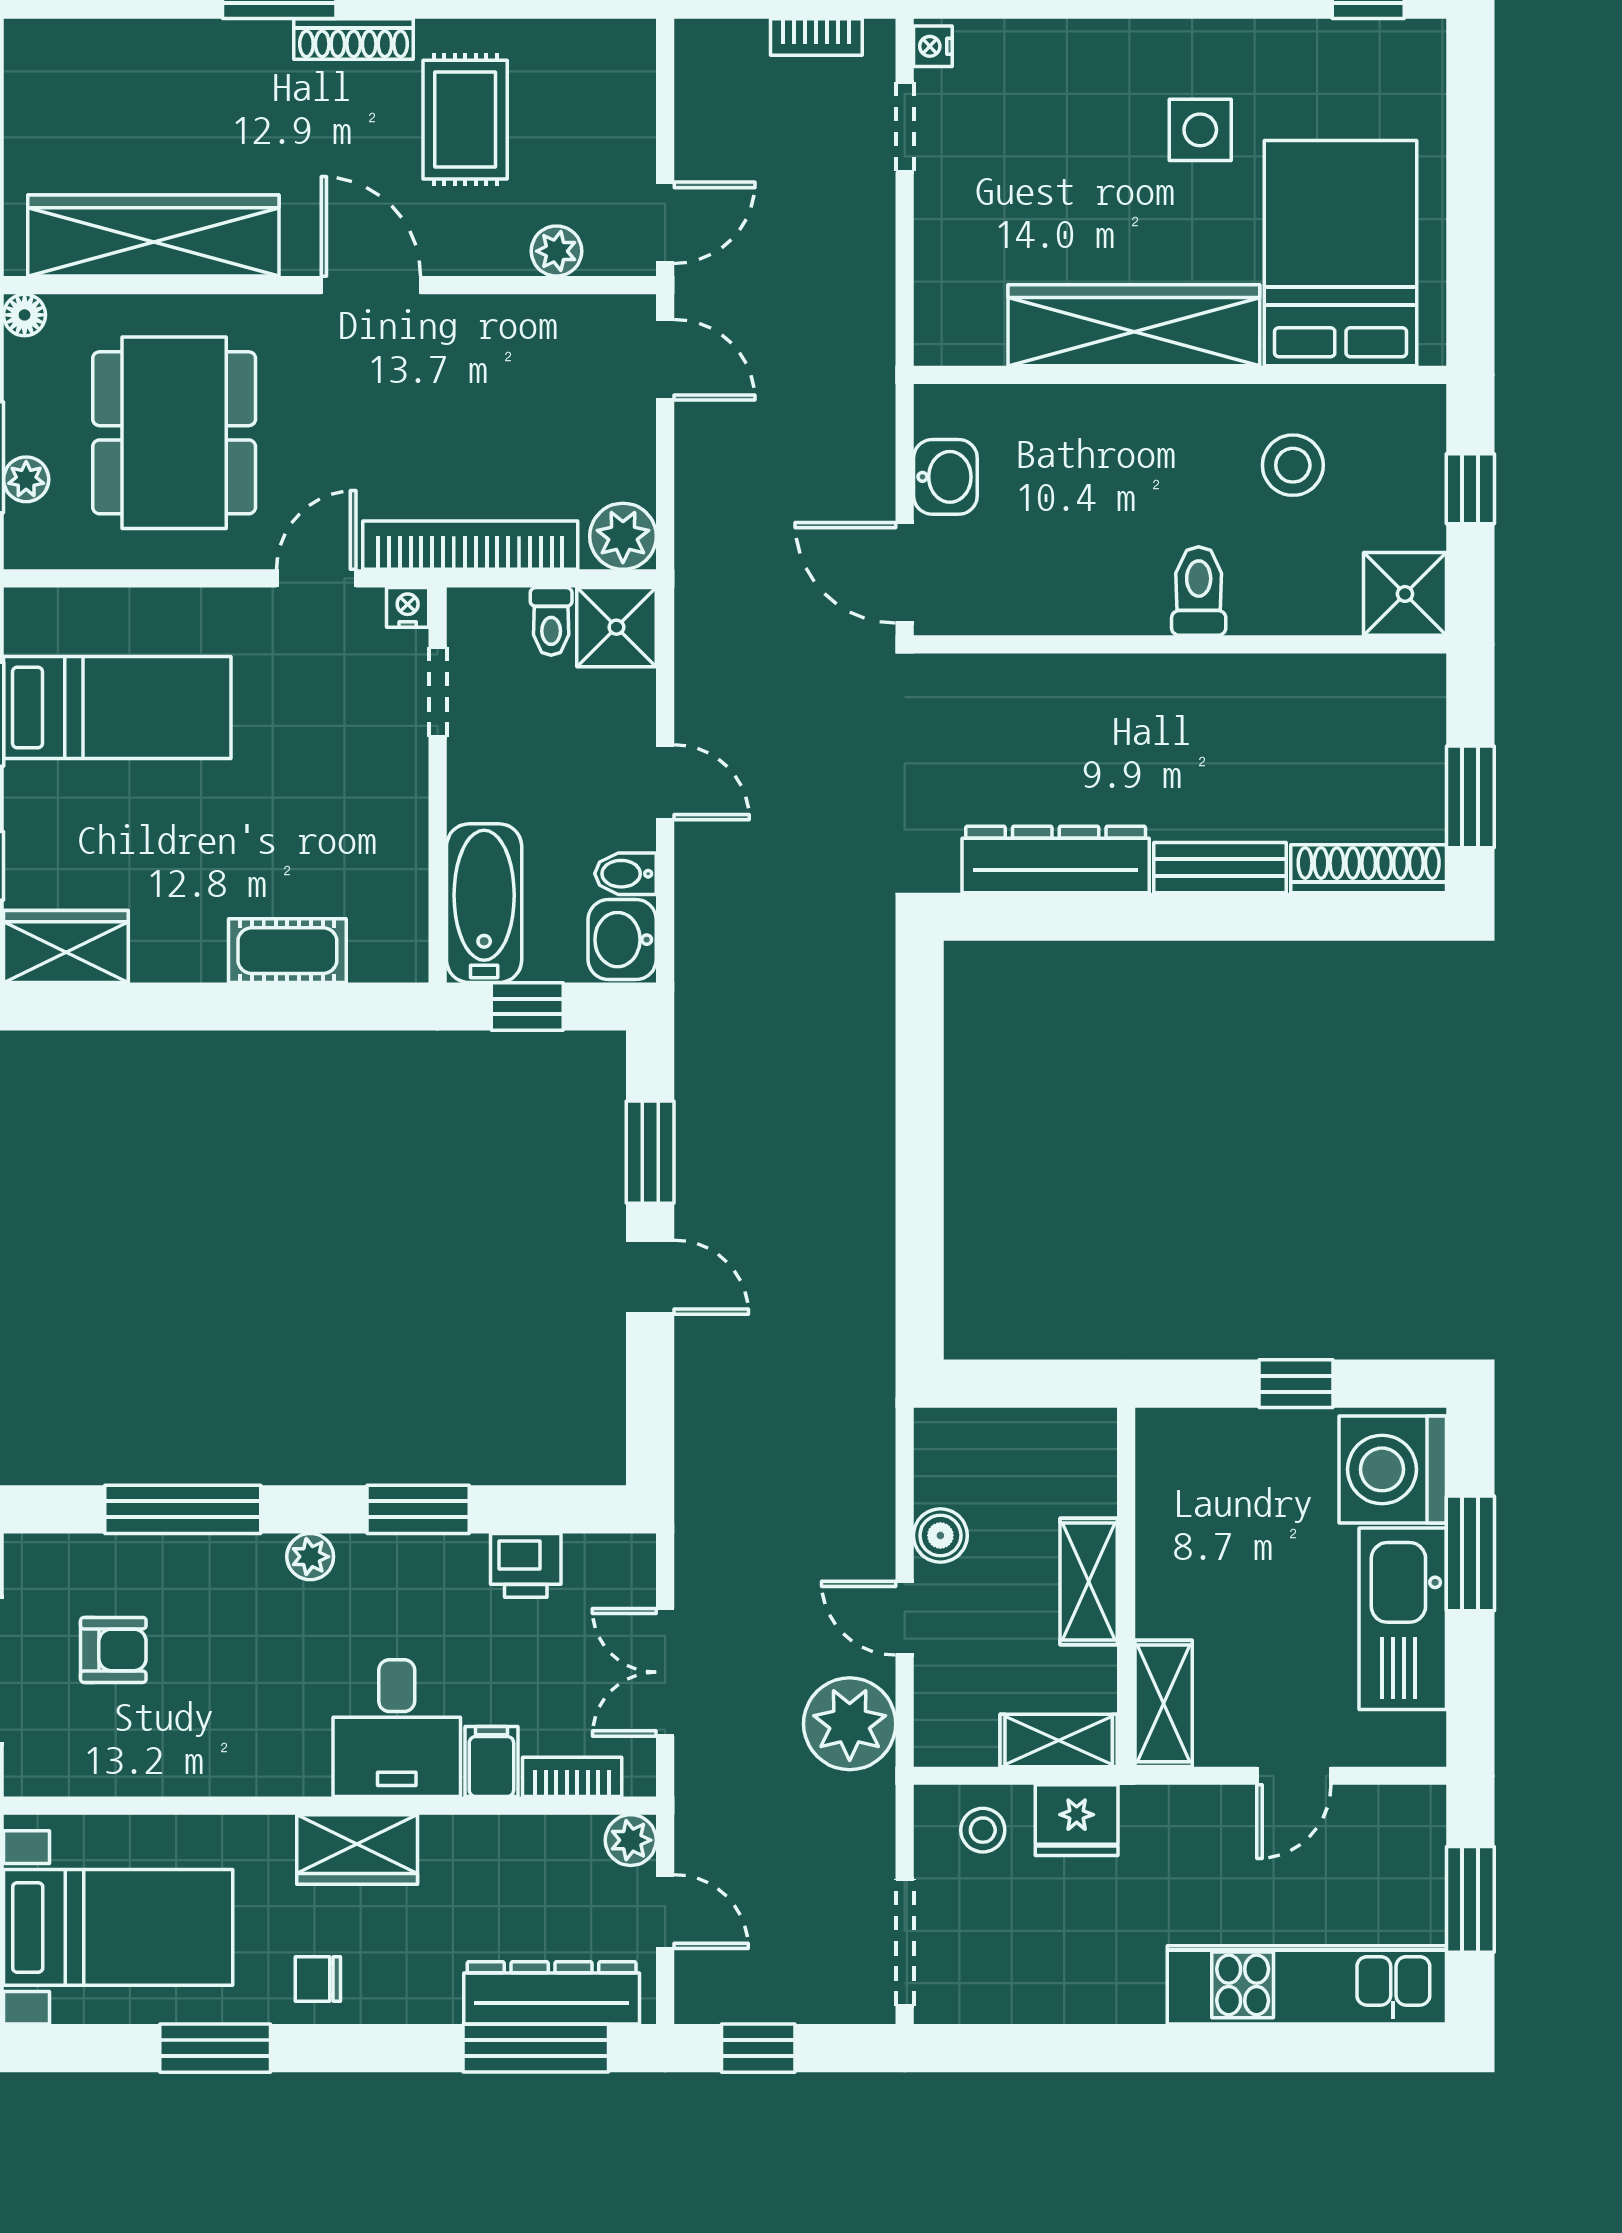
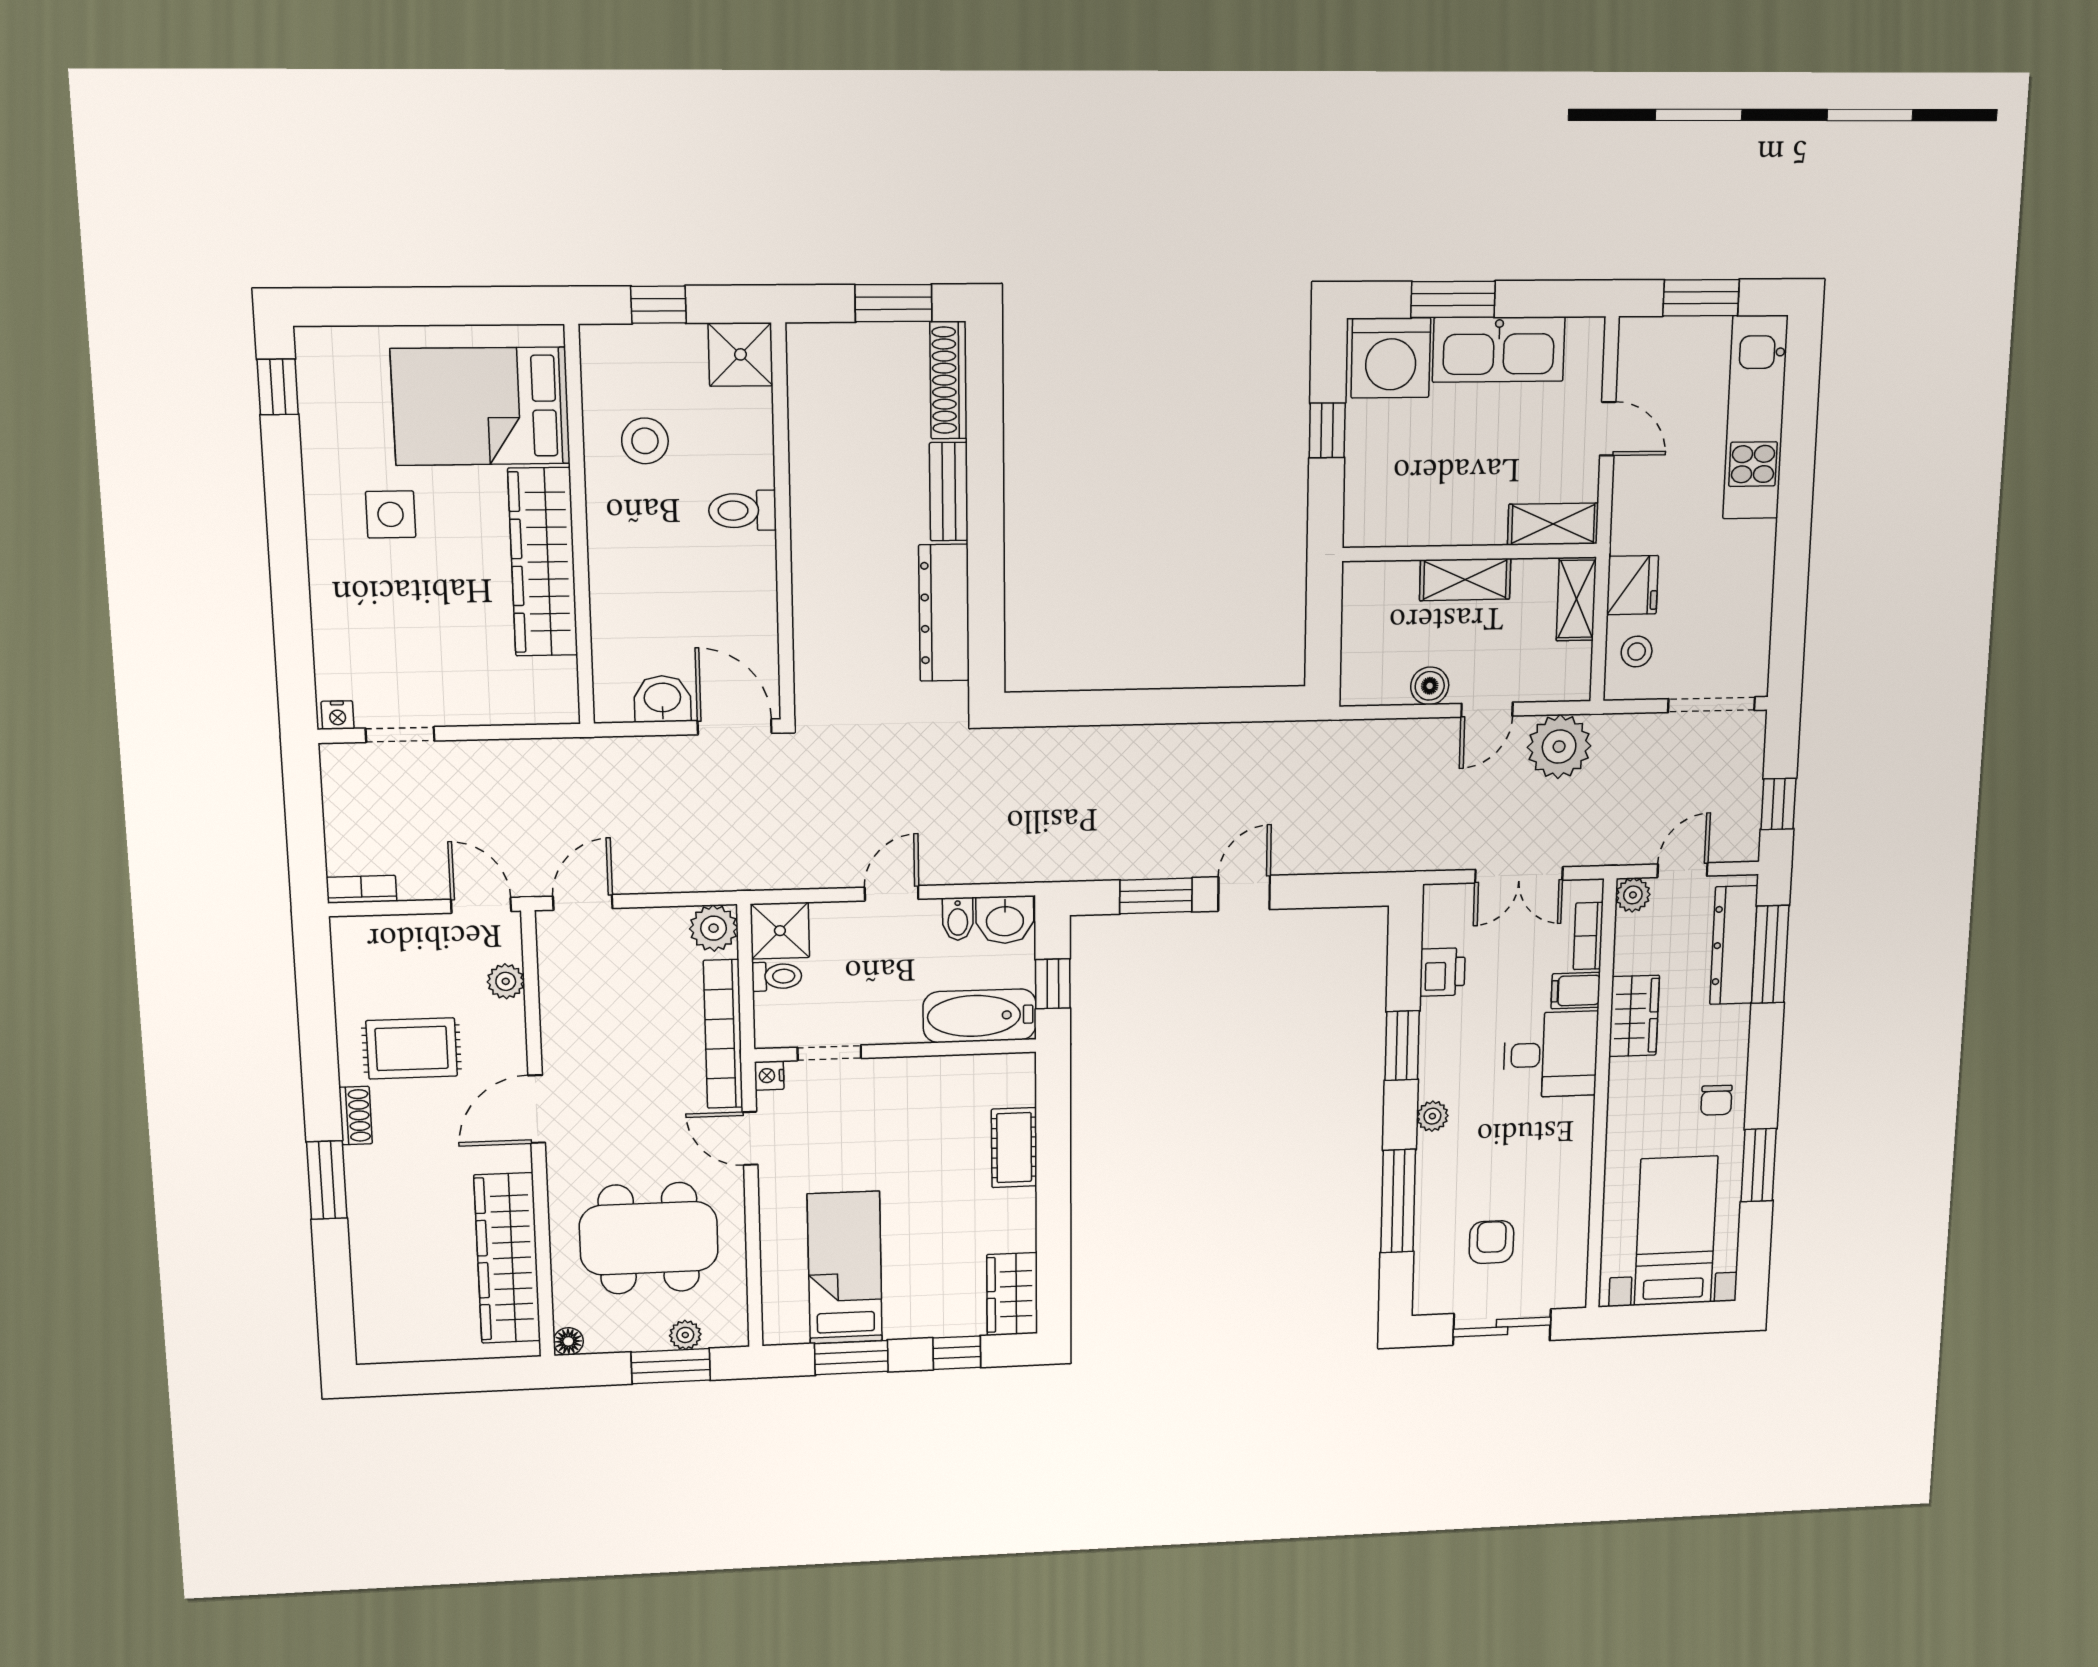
bookcase: (816, 37) -> (362, 889), moved, turned -90
shoe rack: (354, 39) -> (356, 1116), width x0.70
door: (905, 573) -> (735, 727), swing flipped
wardrobe: (357, 1850) -> (1634, 1016), moved

